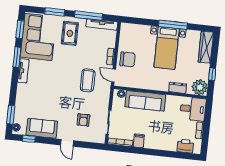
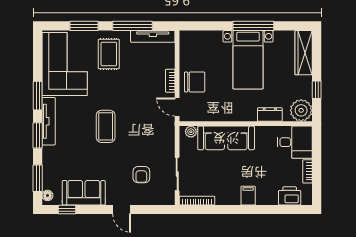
window: (20, 29) -> (38, 135), moved
tv unit: (23, 71) -> (49, 121), width x1.41
coffee table: (88, 80) -> (106, 126), moved
filing cabinet: (139, 141) -> (248, 196), moved

